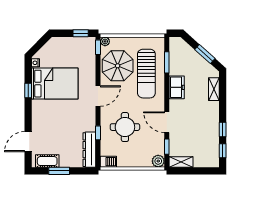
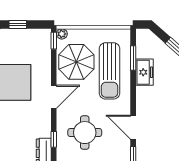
window: (81, 33) -> (18, 24), moved
freezer: (177, 87) -> (144, 72), moved

